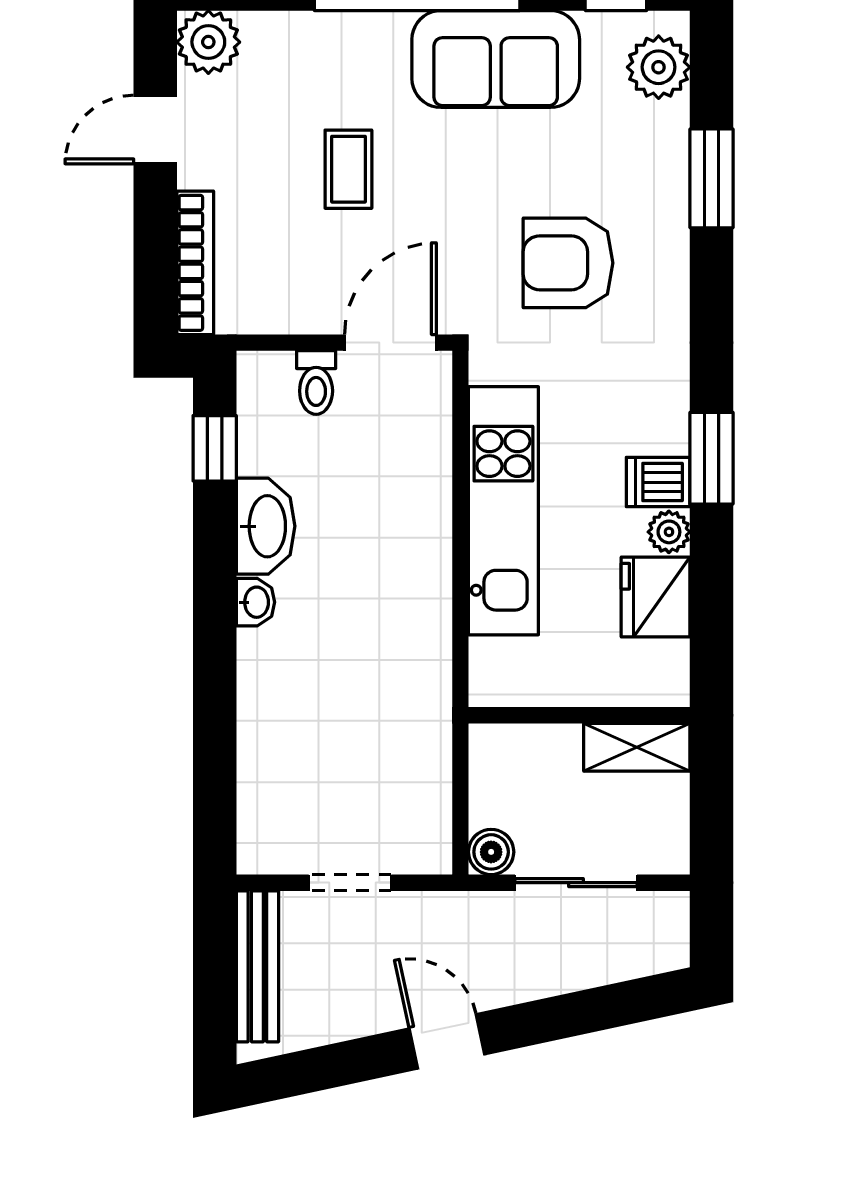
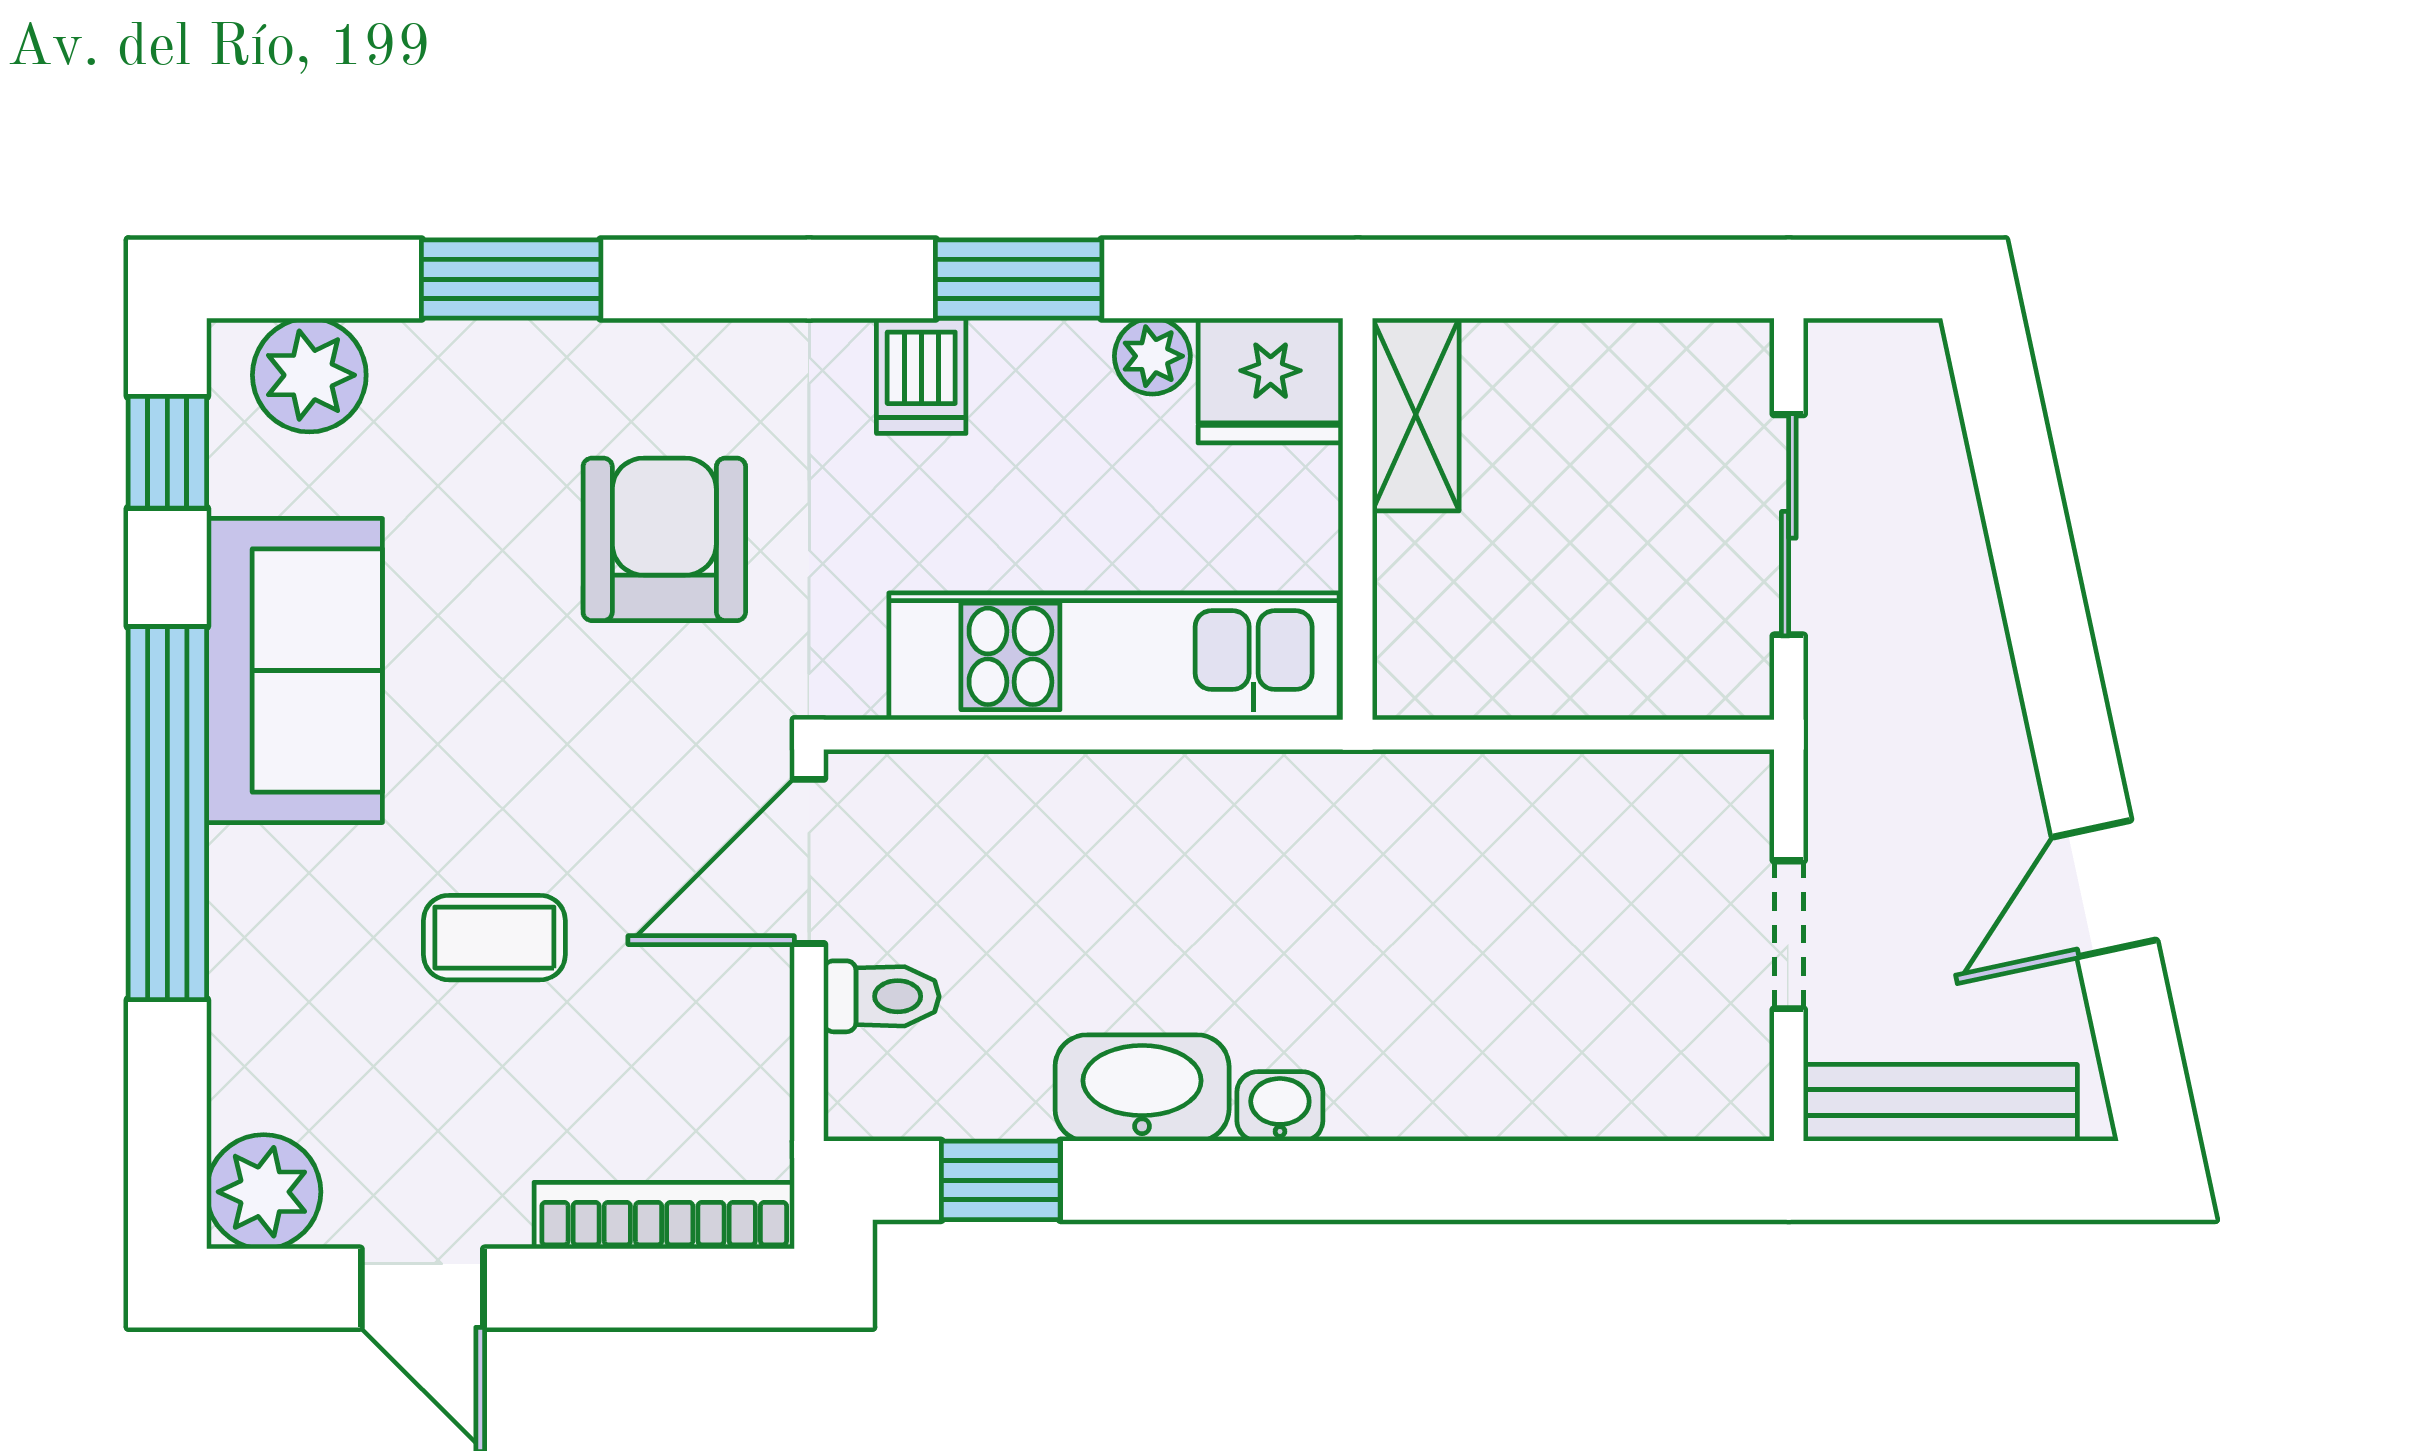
armchair: (568, 263) -> (664, 539), turned 180
door: (390, 343) -> (809, 861), hinge flipped
dishwasher: (658, 482) -> (921, 376), moved
wall: (579, 715) -> (1358, 519), moved
shelving: (637, 747) -> (1416, 415), moved
boiler: (491, 852) -> (1733, 679), removed
door: (447, 1041) -> (2104, 888), moved

